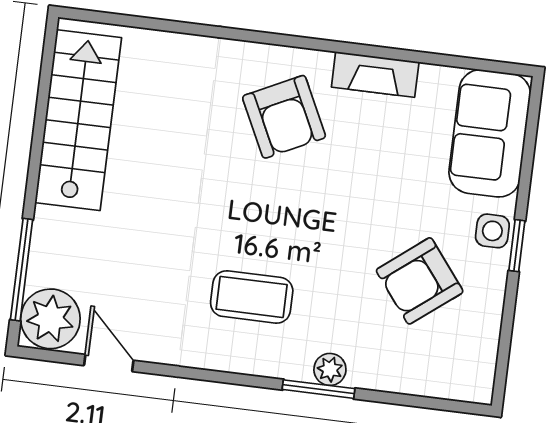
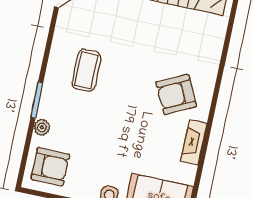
armchair: (420, 281) -> (50, 167), moved, turned 128
plant: (330, 369) -> (42, 127), moved

